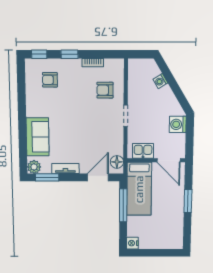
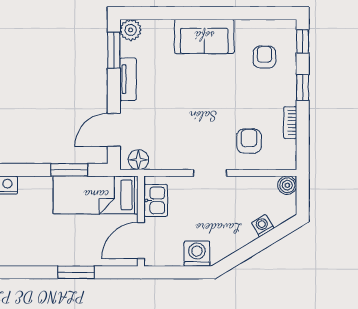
boiler: (134, 65) -> (287, 185), added
sofa: (38, 137) -> (204, 36), moved
door: (98, 177) -> (114, 130), swing flipped
window: (123, 205) -> (69, 170), width x0.69

